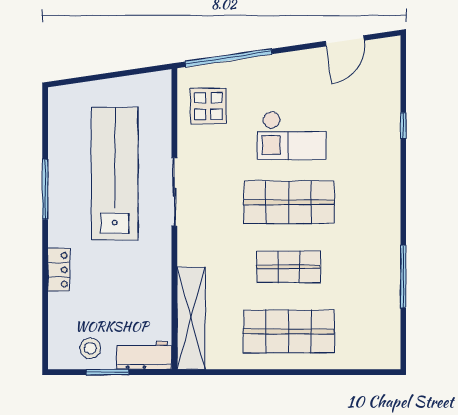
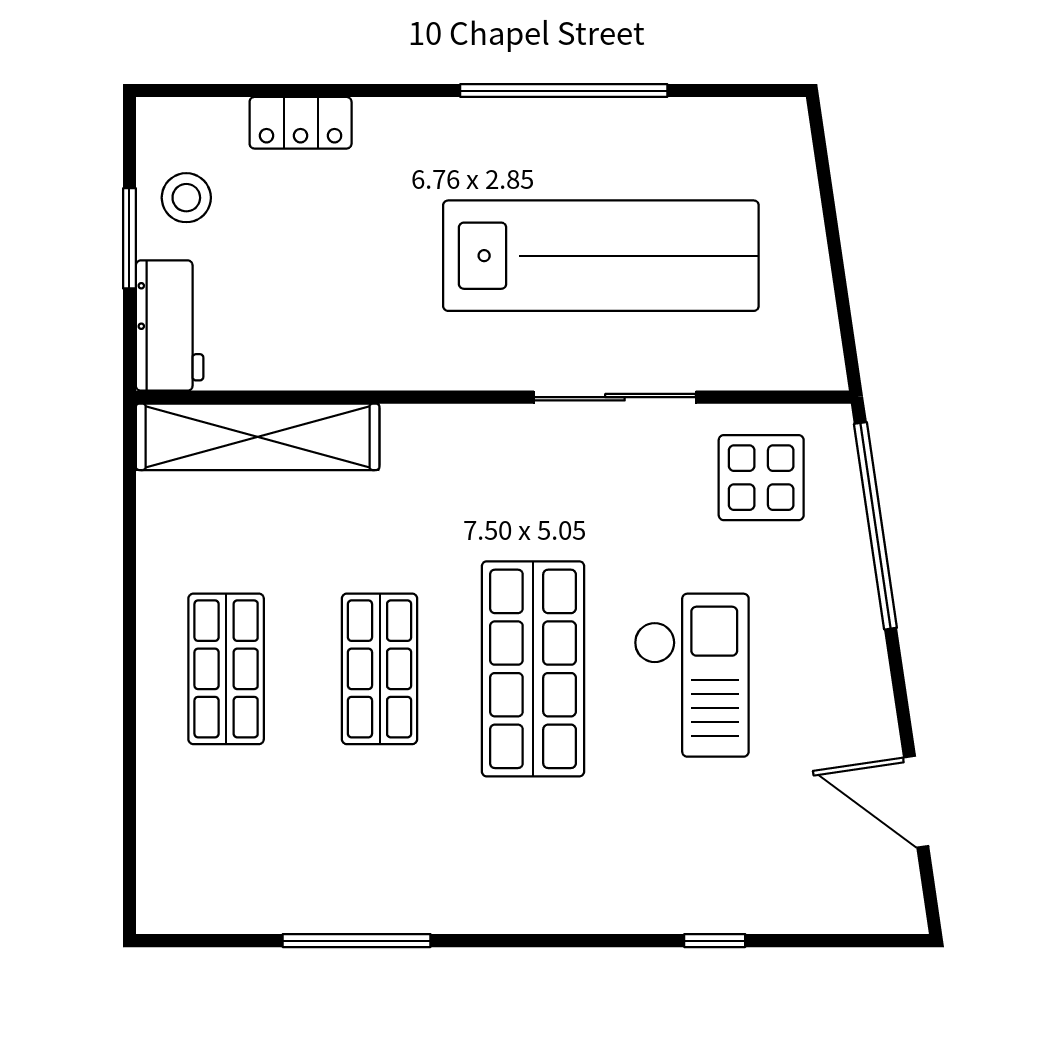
checkout: (291, 135) -> (691, 675), turned 180
window: (45, 189) -> (564, 91), width x1.46
sliding door: (174, 192) -> (615, 397), moved
locker: (59, 270) -> (301, 123), moved
shop shelf: (289, 331) -> (226, 669), width x0.70, depth x0.74

